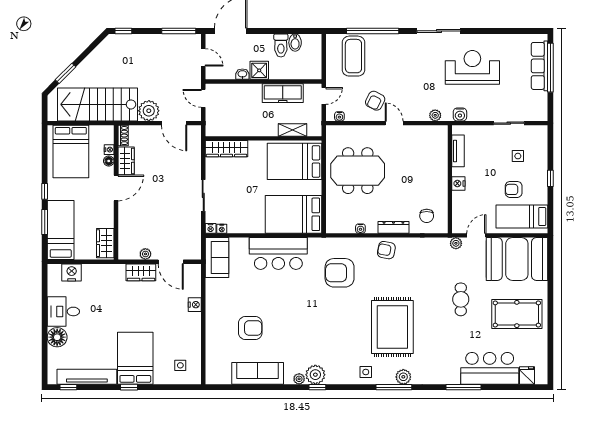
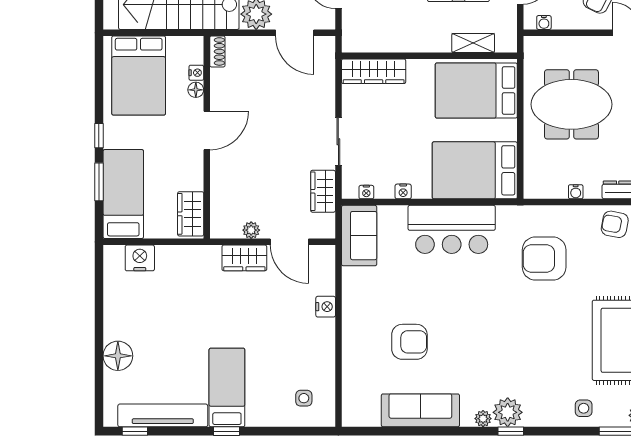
wardrobe: (126, 161) -> (323, 191), moved, turned 180
nightstand: (211, 228) -> (403, 191), moved
desk: (63, 311) -> (127, 317), removed
bed: (135, 358) -> (227, 387), width x0.67

